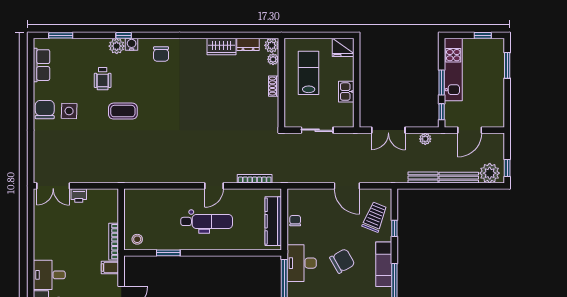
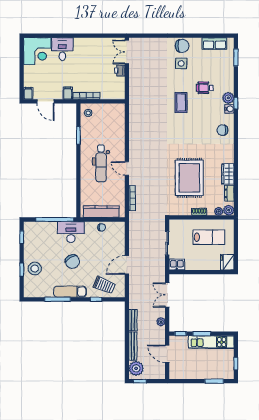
kitchen sink: (346, 92) -> (177, 264), moved
rug: (227, 100) -> (189, 178), added

